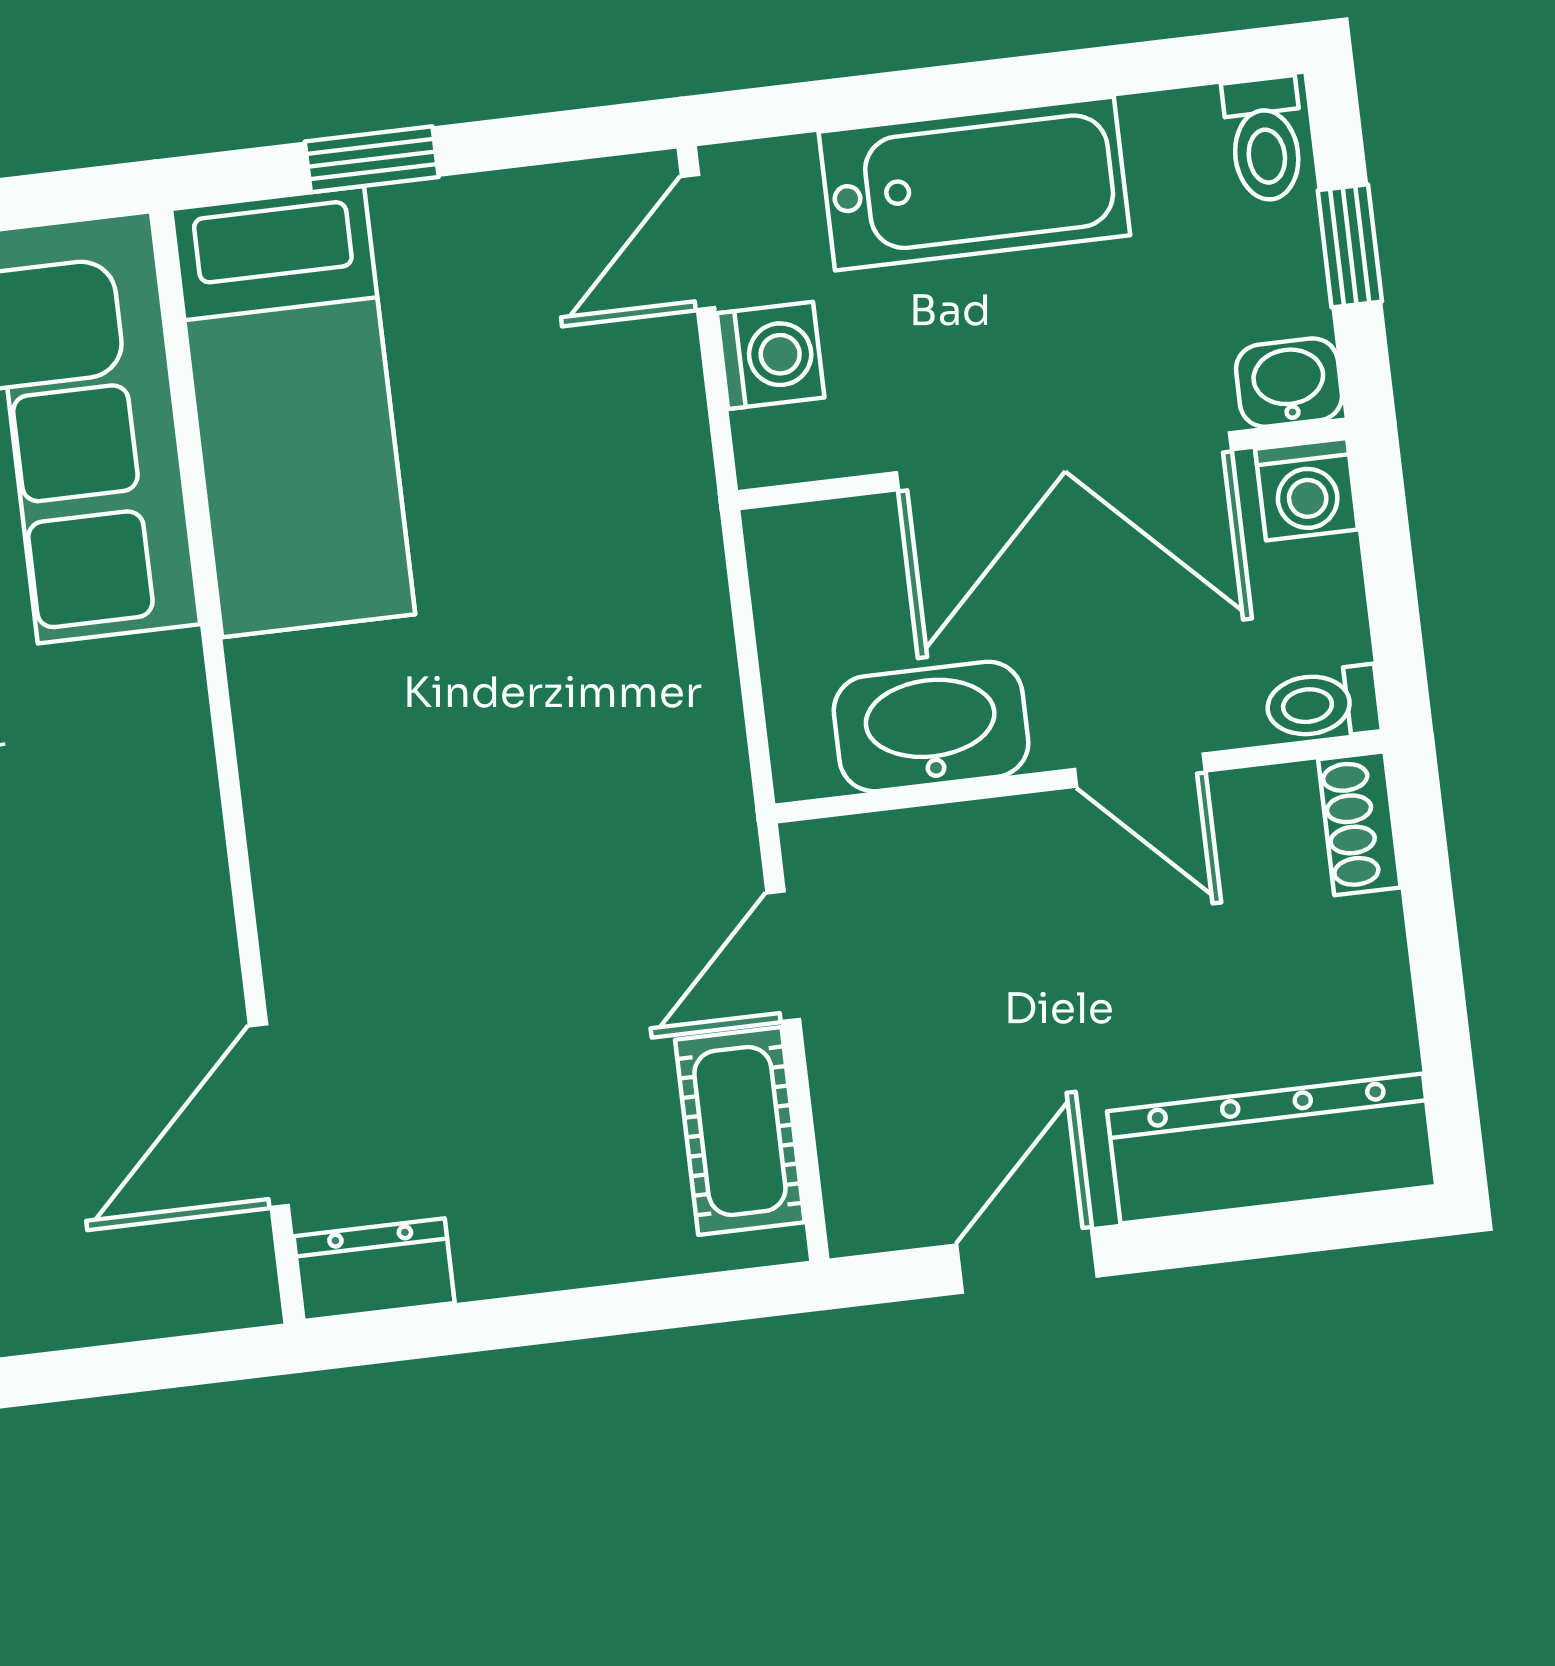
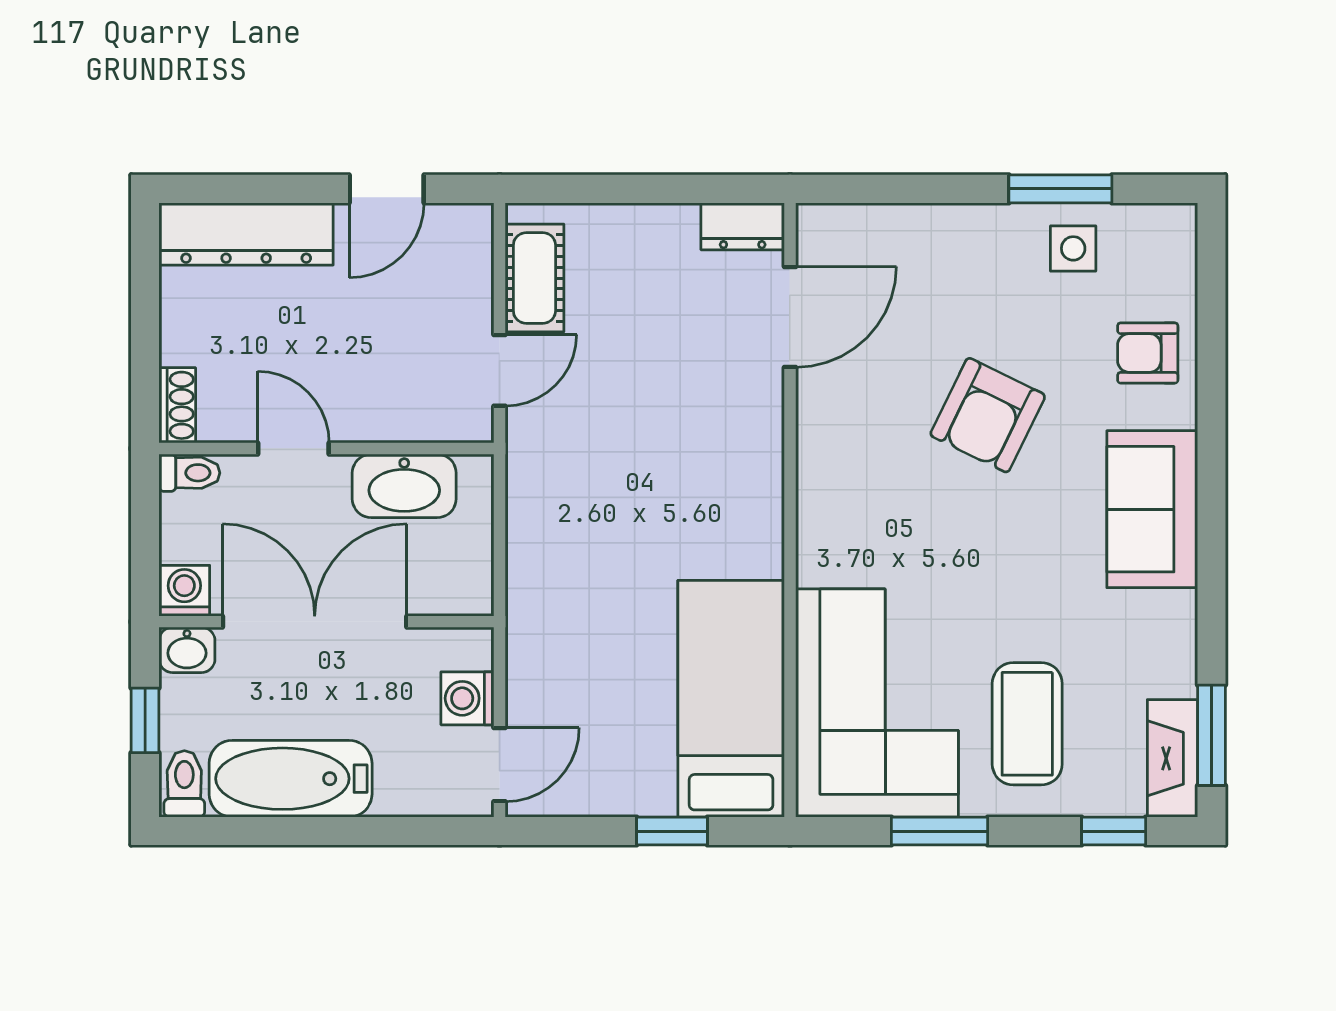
bathtub: (974, 184) -> (291, 779), moved

